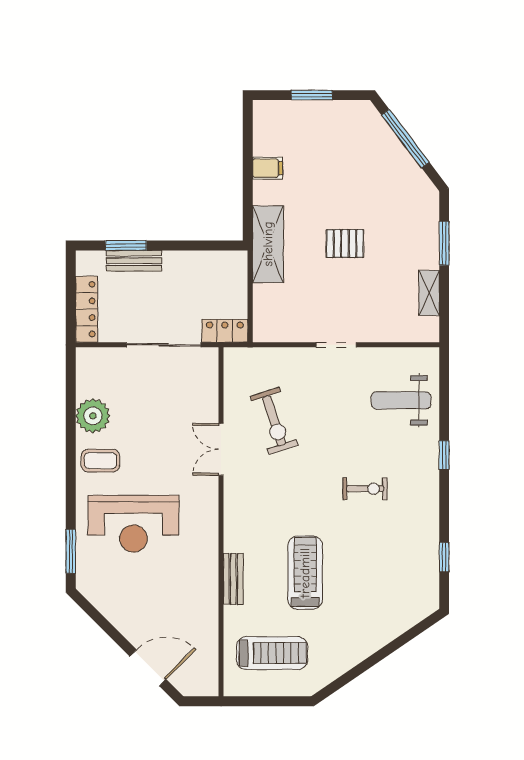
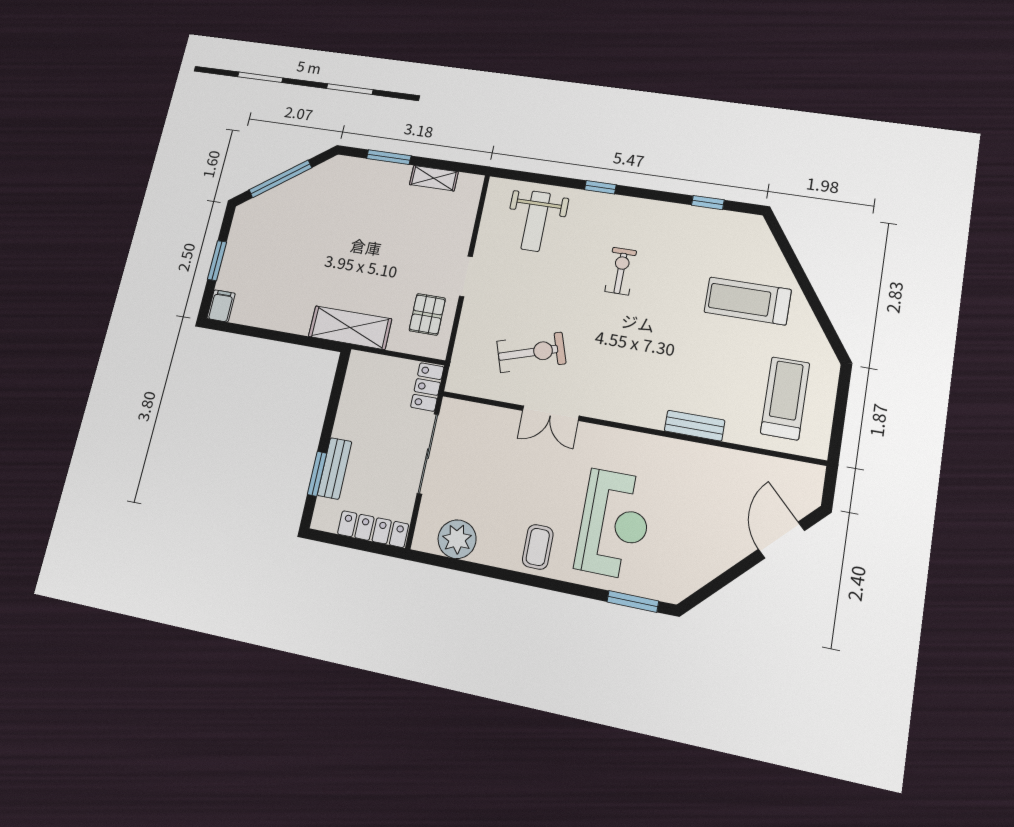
filing cabinet: (268, 168) -> (221, 306), moved
pallet: (345, 244) -> (427, 314), moved
plant: (93, 416) -> (457, 539), moved
treadmill: (305, 573) -> (748, 301), moved

